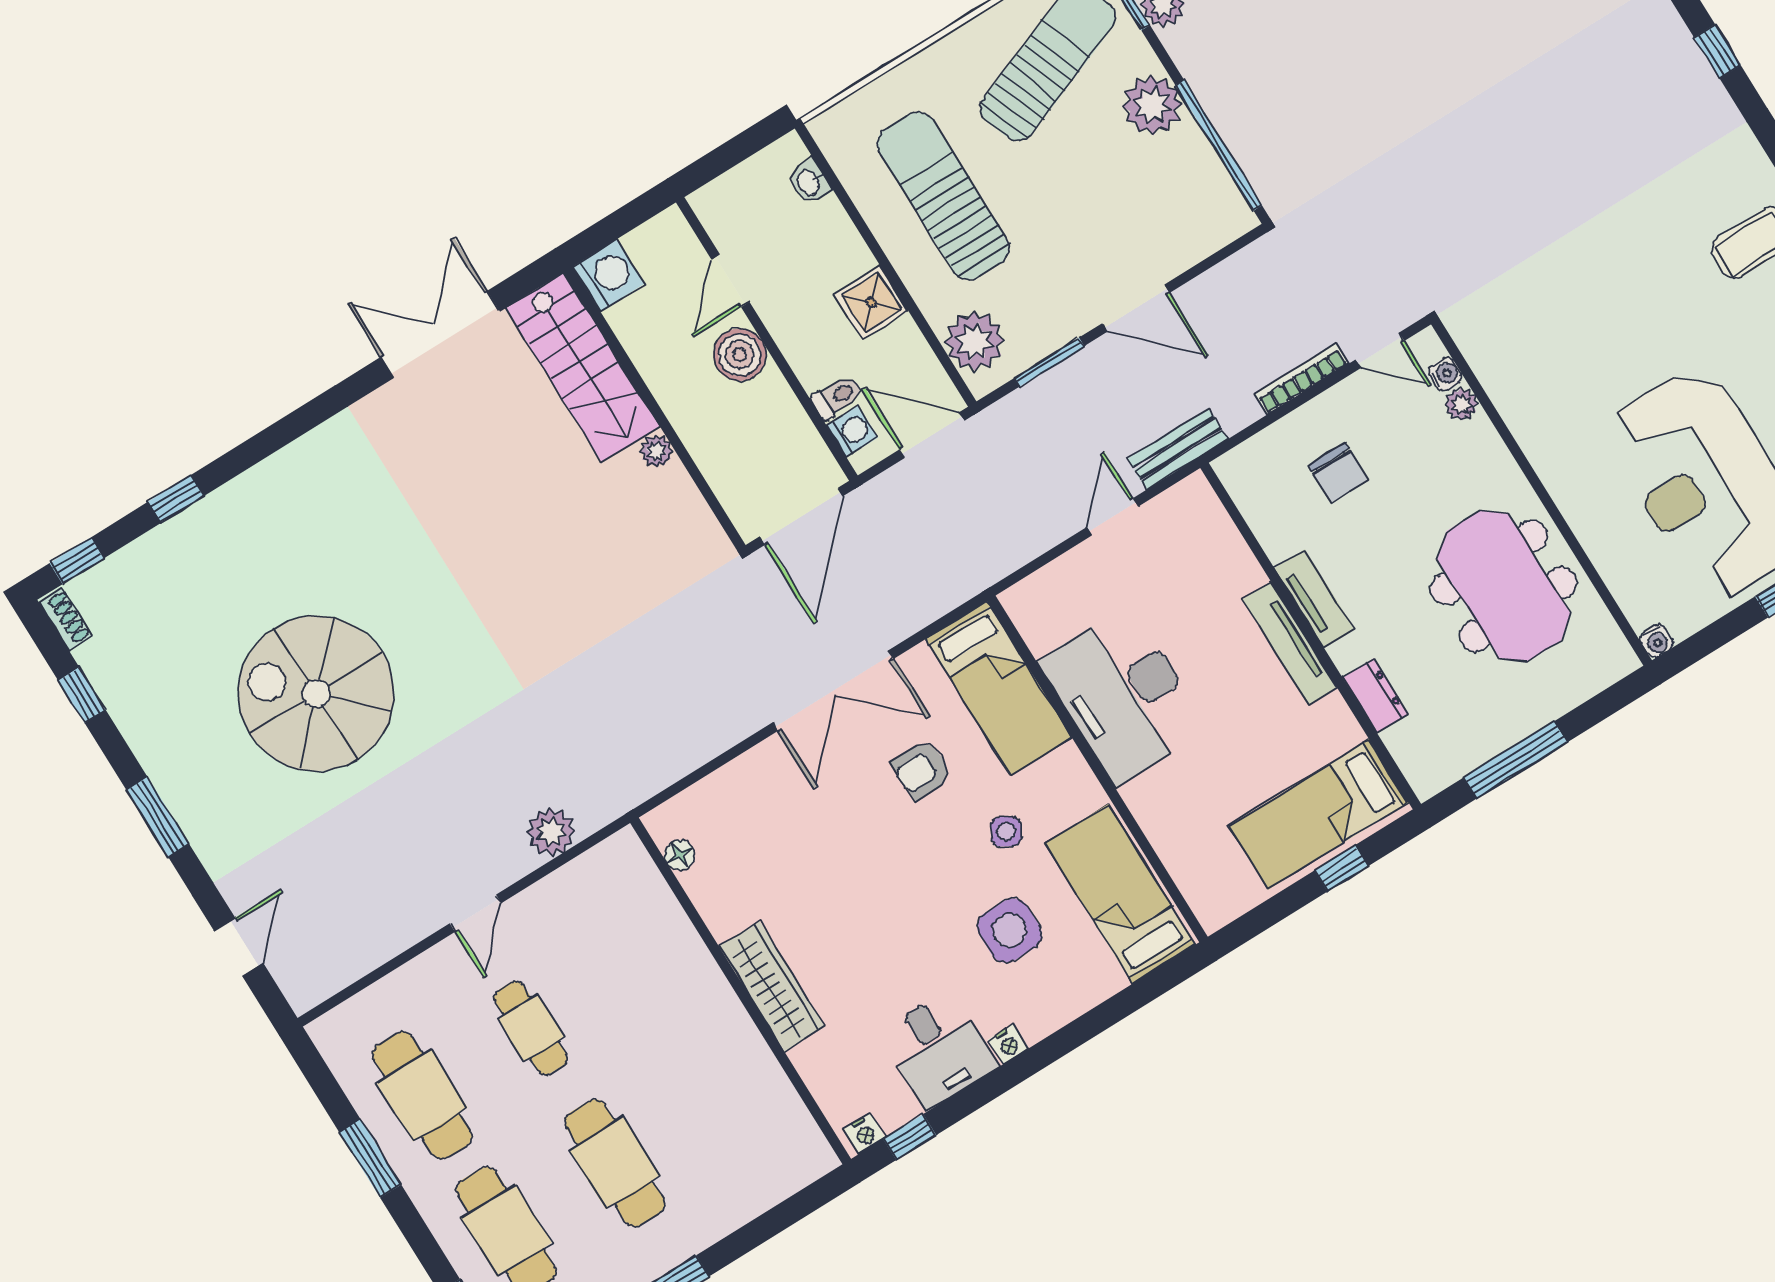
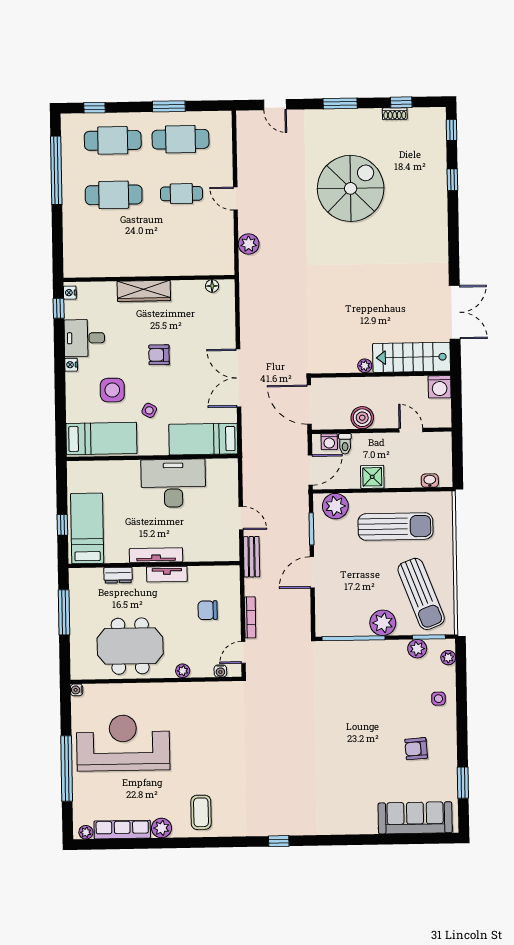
boiler: (740, 355) -> (362, 418), moved
plant: (1461, 404) -> (183, 671), moved
shoe rack: (66, 619) -> (395, 114), moved
armchair: (922, 770) -> (159, 355), moved, turned -90

